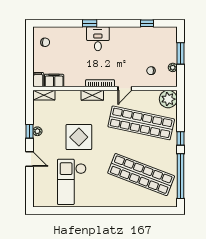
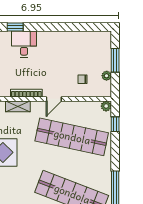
window: (147, 23) -> (78, 27), removed
plant: (168, 99) -> (106, 106), width x0.53, depth x0.53
window: (180, 138) -> (115, 124), moved

